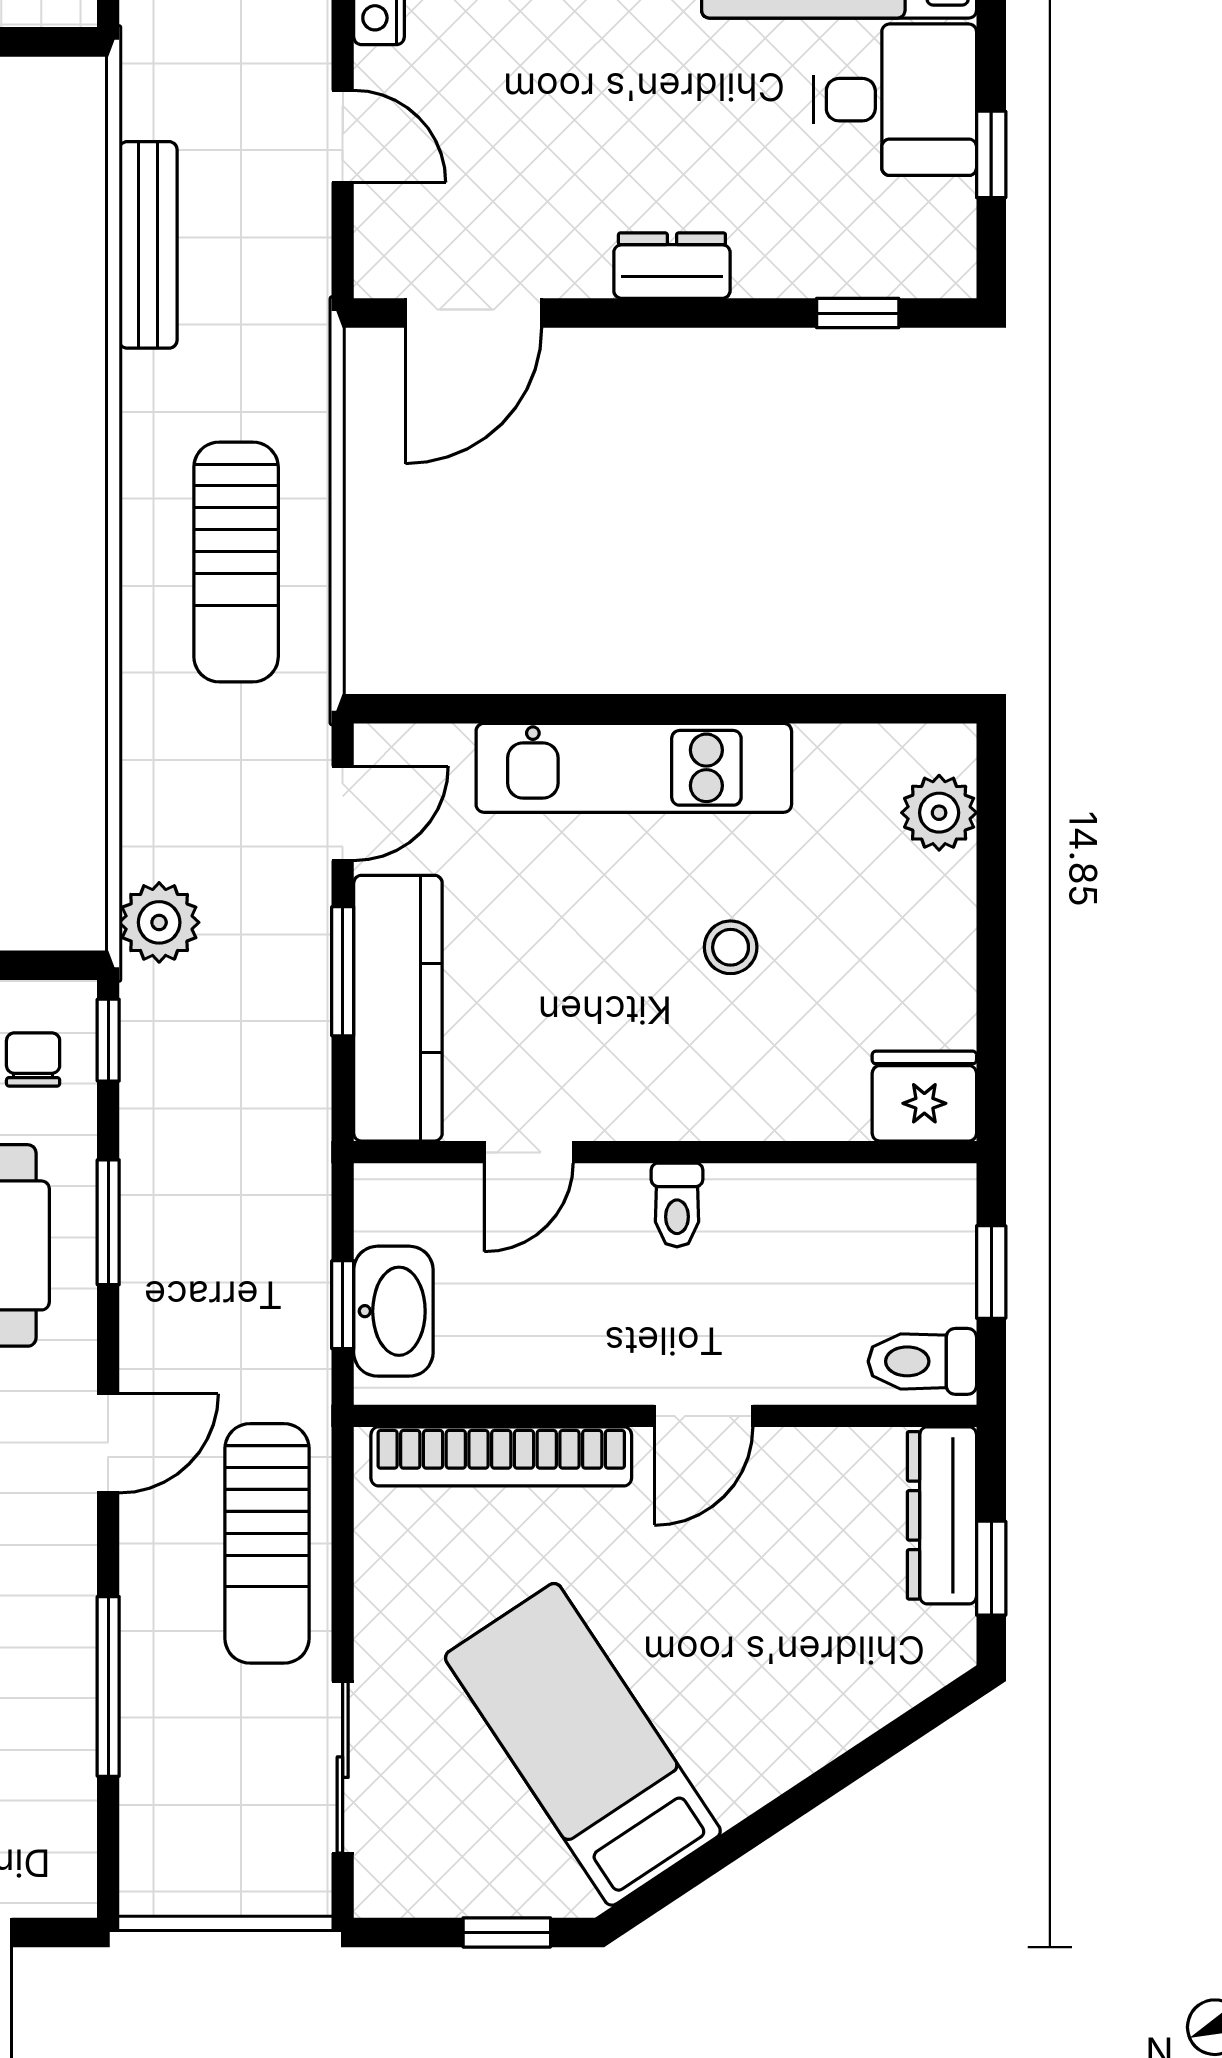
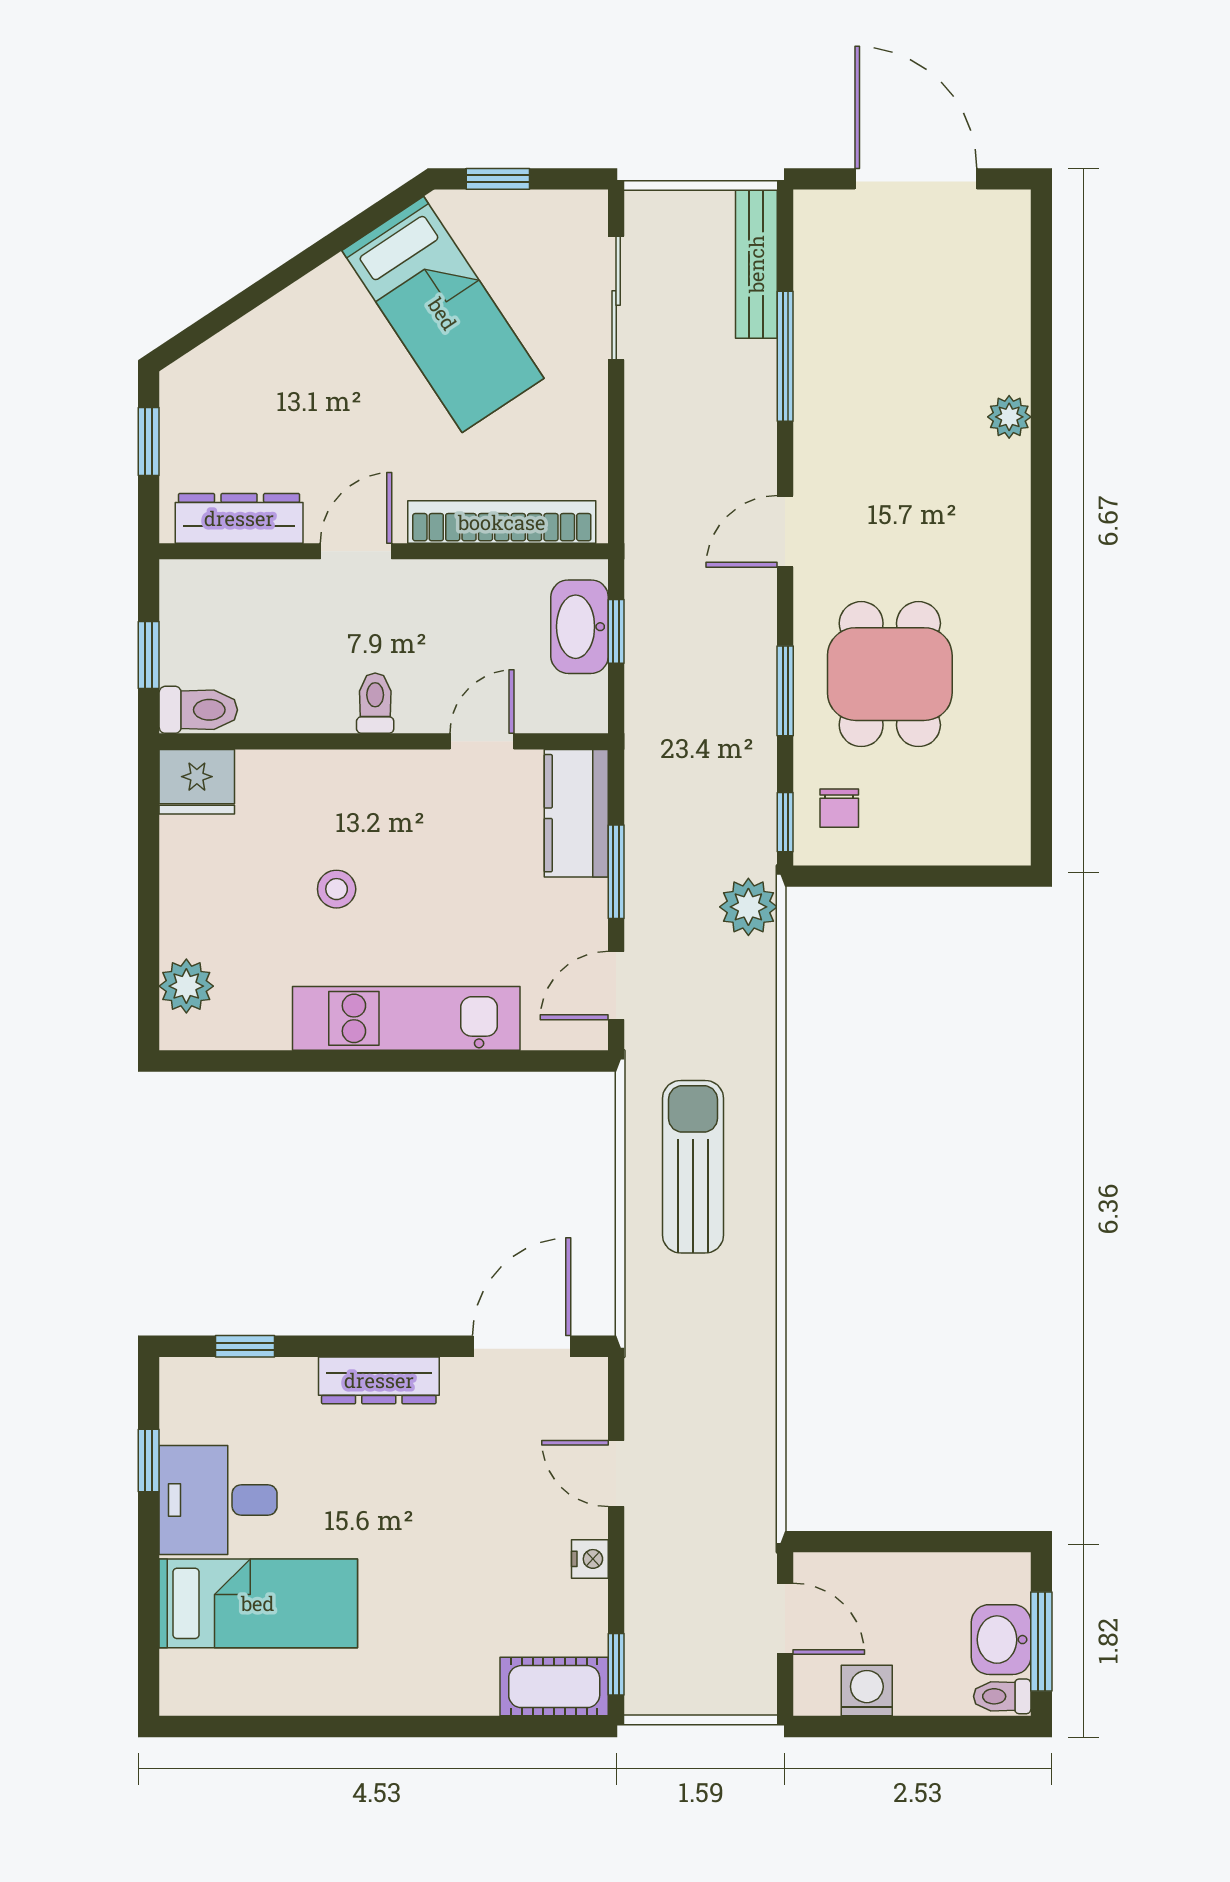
bench: (148, 245) -> (756, 264), moved
dresser: (672, 266) -> (379, 1380), width x1.44
kitchen counter: (398, 1008) -> (576, 813), width x0.67
toilet: (922, 1361) -> (198, 710), moved
dresser: (942, 1515) -> (239, 518), moved, turned -90
sun lounger: (267, 1543) -> (671, 459), removed

